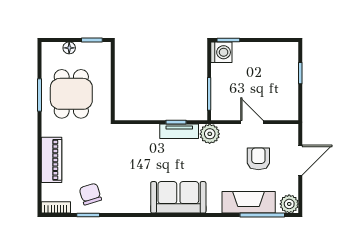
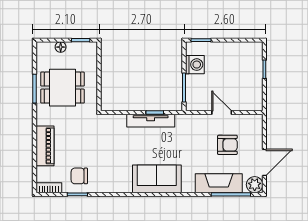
washing machine: (221, 52) -> (195, 65), moved
dining table: (71, 94) -> (63, 88), turned 90
tv unit: (179, 131) -> (151, 121), width x1.41
plant: (210, 134) -> (185, 123), removed
armchair: (258, 159) -> (227, 145), turned 90
door: (300, 160) -> (264, 162), moved
chair: (90, 194) -> (79, 176), turned -73

